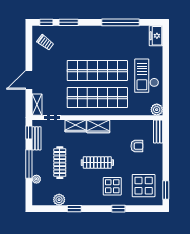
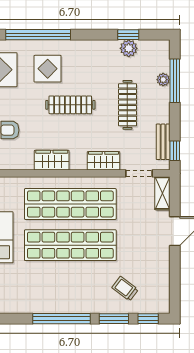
window: (121, 22) -> (61, 319), moved
trolley: (45, 42) -> (125, 289), moved
wardrobe: (98, 126) -> (52, 160), moved
window: (29, 164) -> (175, 81), moved
window: (74, 209) -> (128, 35), moved
window: (118, 209) -> (38, 35), width x3.17

